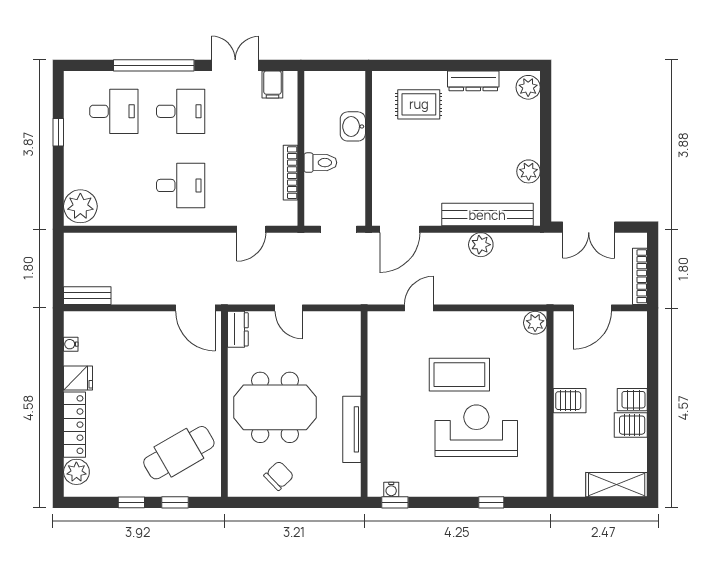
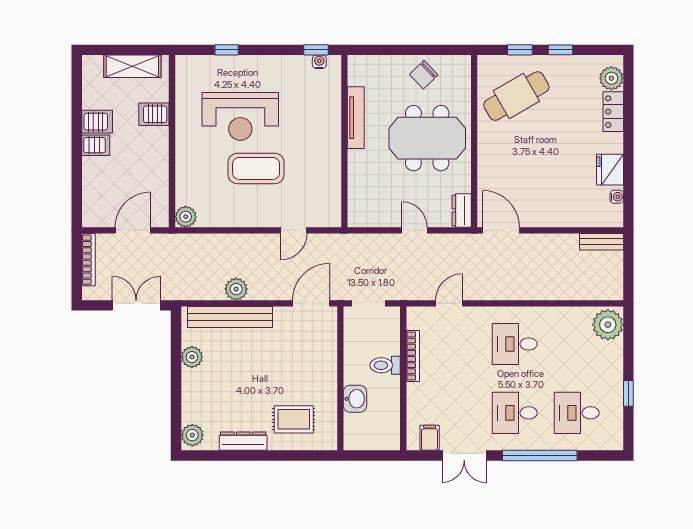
fridge: (78, 378) -> (610, 170), width x1.38
server rack: (570, 401) -> (154, 114), moved
locker: (75, 425) -> (613, 112), width x0.66
shelving: (617, 485) -> (132, 66), moved

